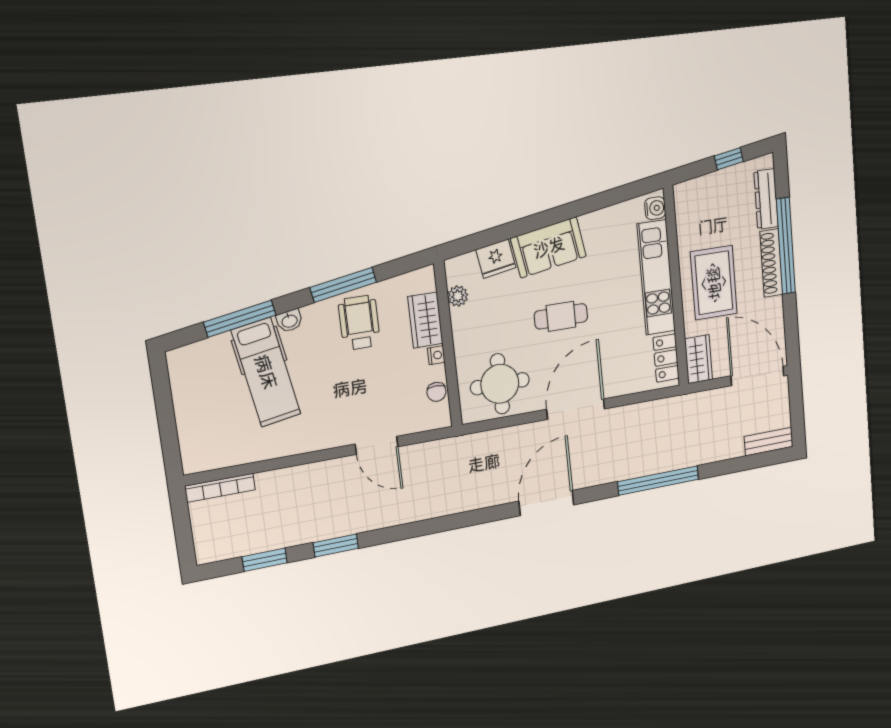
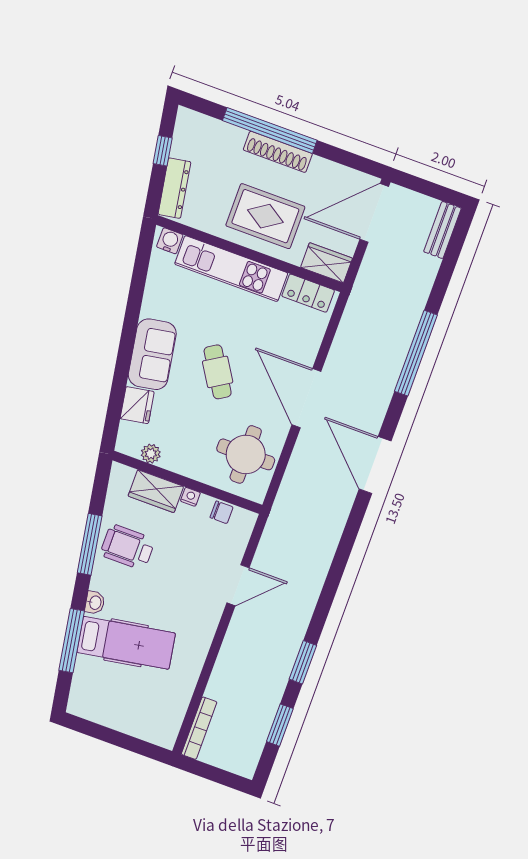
dresser: (766, 199) -> (174, 188), moved, turned -100
cafe table: (561, 316) -> (218, 372), turned -32

